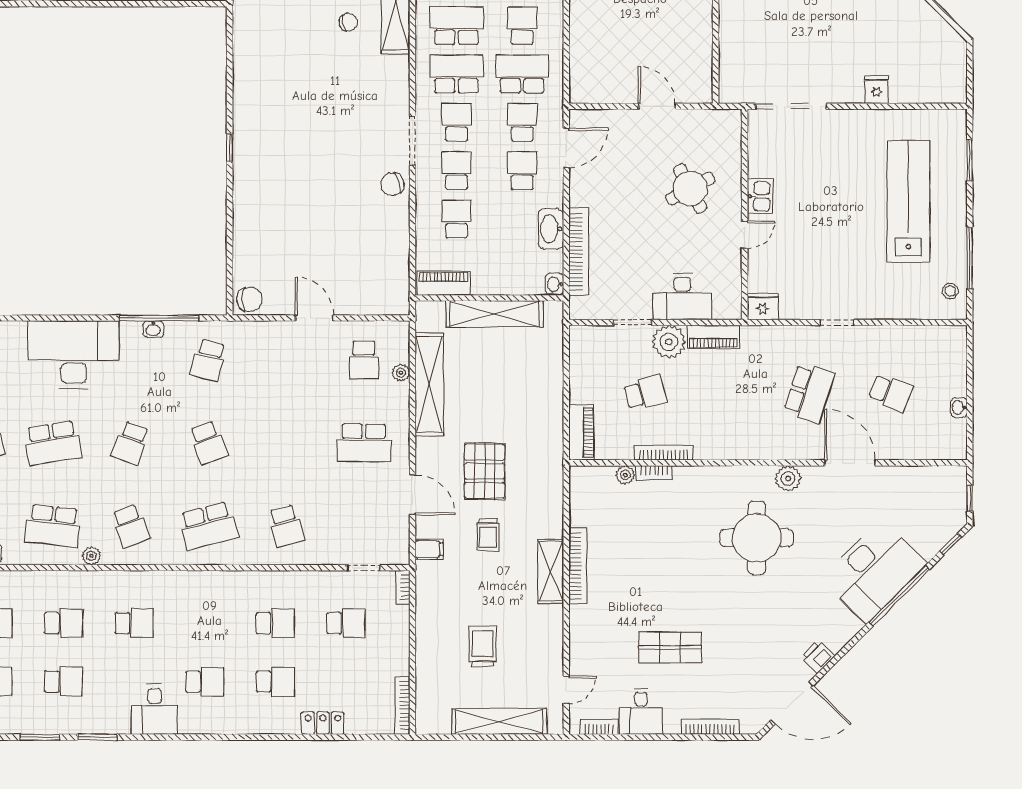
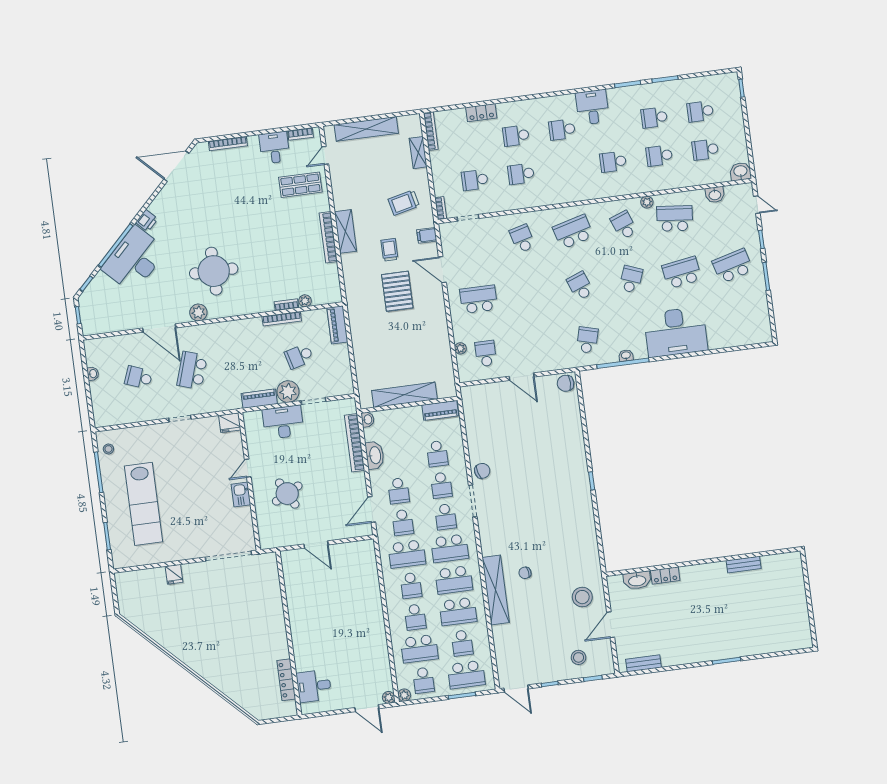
shelving: (429, 384) -> (418, 153), moved, width x0.45, depth x0.75
trolley: (482, 646) -> (404, 203), moved, turned 77
shop shelf: (670, 647) -> (300, 185), moved
printer: (818, 657) -> (147, 221), moved

